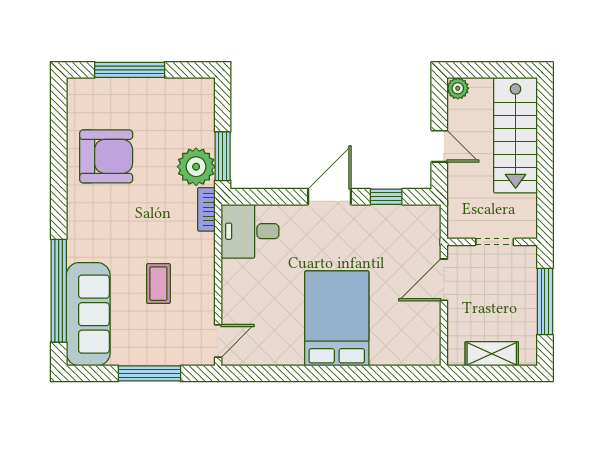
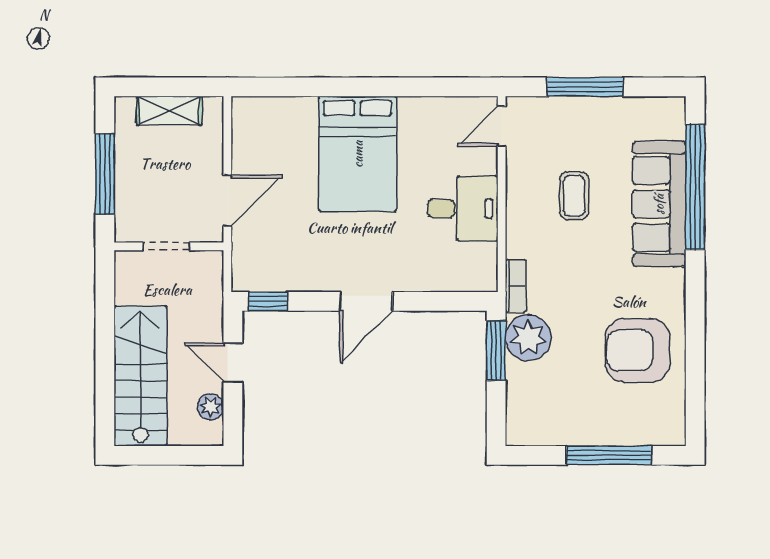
plant: (458, 88) -> (211, 407), moved
window: (386, 197) -> (268, 301), moved
desk: (250, 231) -> (463, 209), moved
sofa: (88, 314) -> (659, 204), moved

